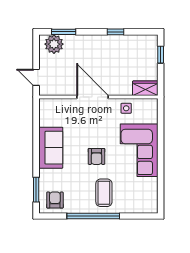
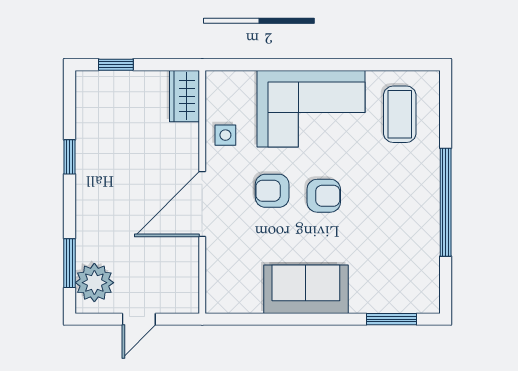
door: (36, 77) -> (139, 319), moved
coffee table: (104, 193) -> (400, 114), moved, turned 90
armchair: (55, 200) -> (272, 191), moved

